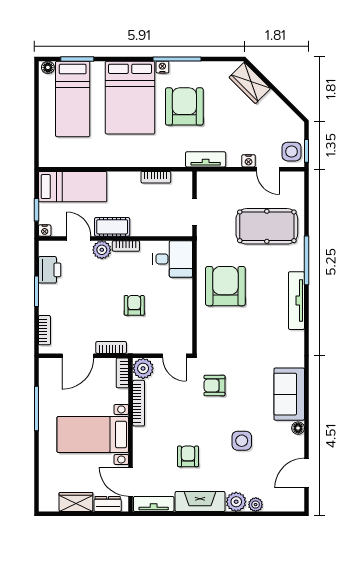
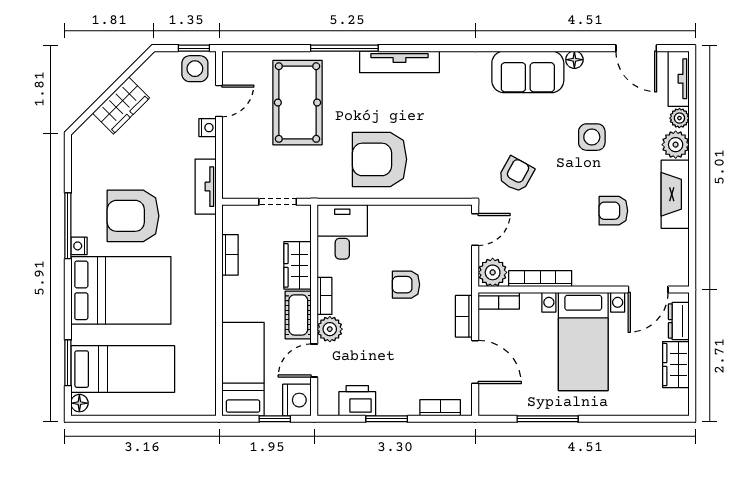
wardrobe: (250, 83) -> (121, 106), moved
wardrobe: (148, 226) -> (297, 265), added
nightstand: (45, 231) -> (297, 400), width x1.89, depth x1.79
armchair: (214, 386) -> (516, 174), turned -151
tv unit: (154, 504) -> (679, 79), moved

